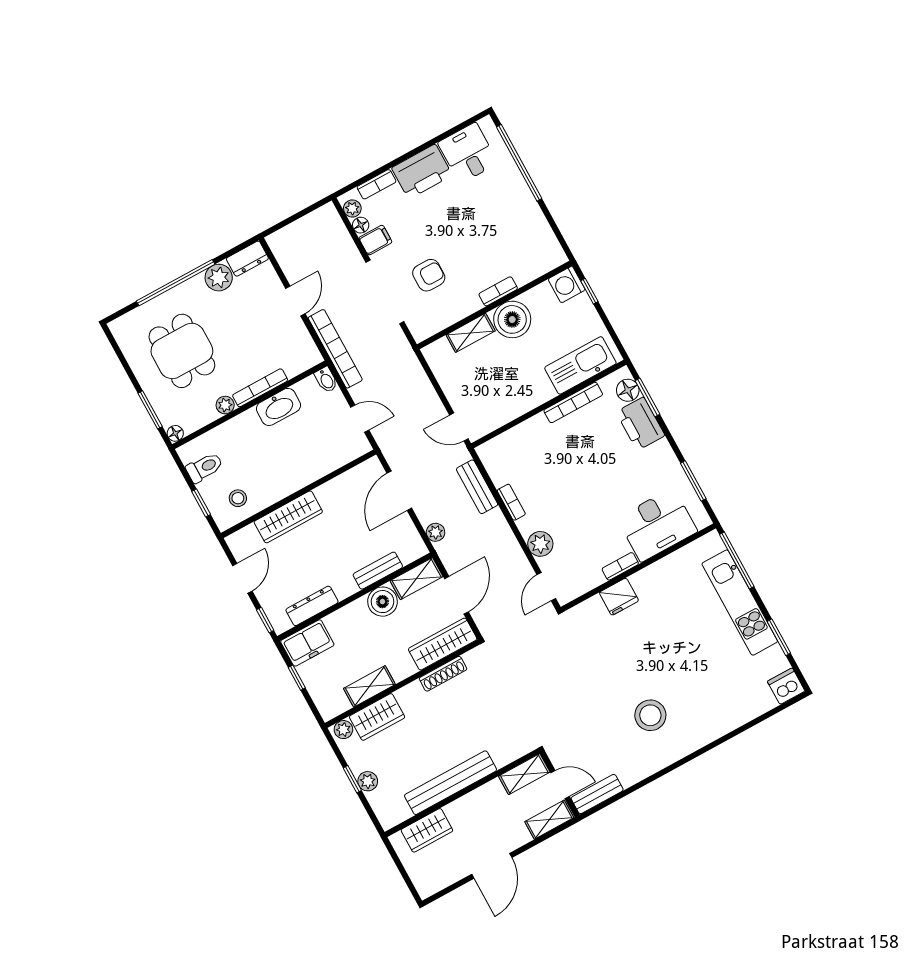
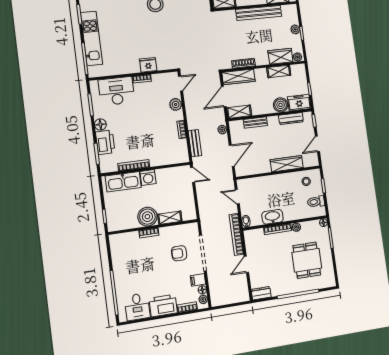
plant: (219, 278) -> (278, 289), removed
washing machine: (567, 284) -> (148, 177), moved, turned 90
floor lamp: (628, 390) -> (100, 124), moved
boiler: (383, 602) -> (281, 105), moved

